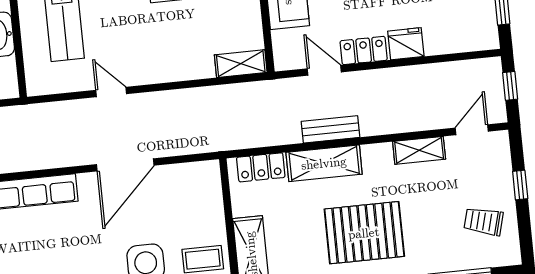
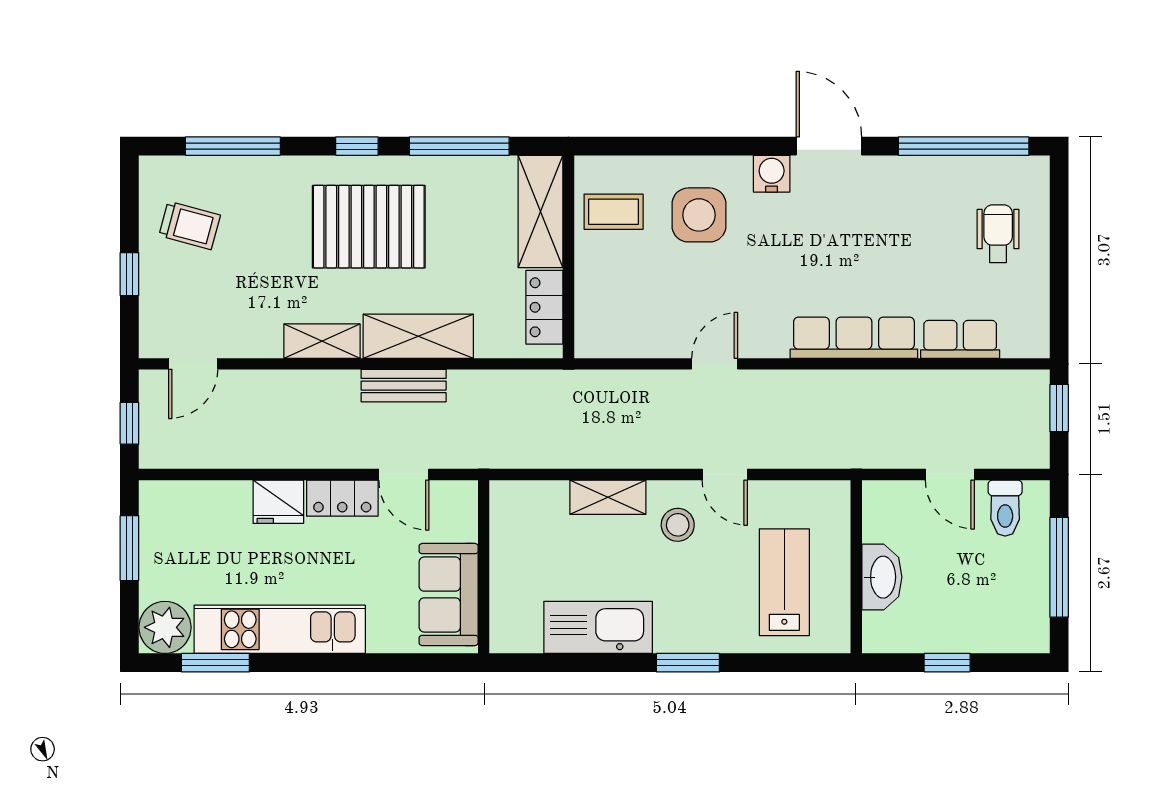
stool: (139, 55) -> (678, 525), added
shelving: (241, 64) -> (608, 497), moved
shelving: (419, 150) -> (322, 341), moved
door: (125, 165) -> (715, 364), width x0.53
locker: (261, 167) -> (544, 307), moved, turned -90

